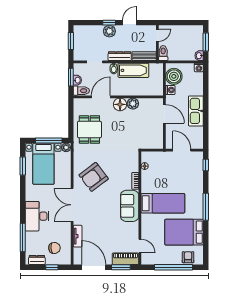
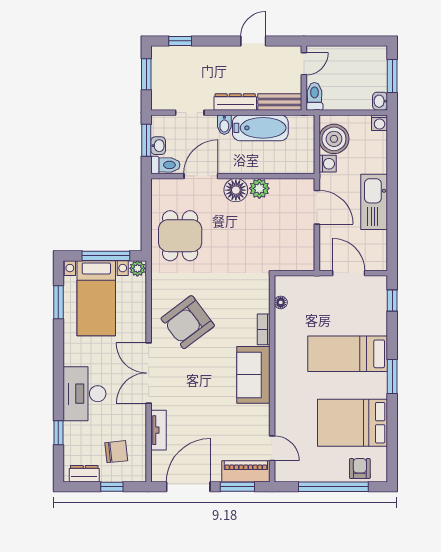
window: (109, 23) -> (180, 41), moved
plant: (109, 31) -> (216, 56), removed
bed: (163, 203) -> (348, 354), moved, turned 180
window: (206, 207) -> (392, 376), width x0.69
window: (23, 238) -> (58, 433), width x0.46
door: (94, 267) -> (188, 487), hinge flipped

